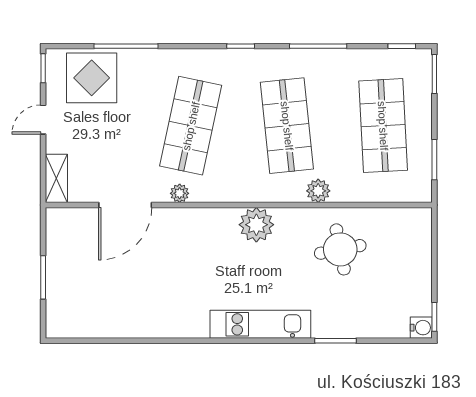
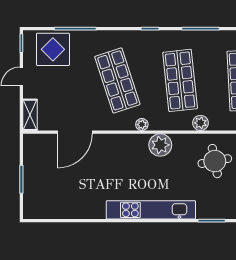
shop shelf: (191, 126) -> (117, 80), turned -30
plant: (180, 193) -> (142, 125), moved
kitchen unit: (260, 324) -> (151, 210), width x1.36

